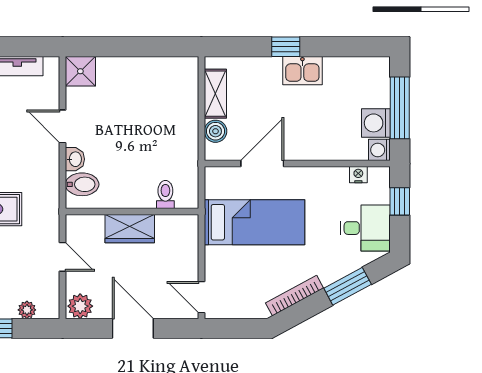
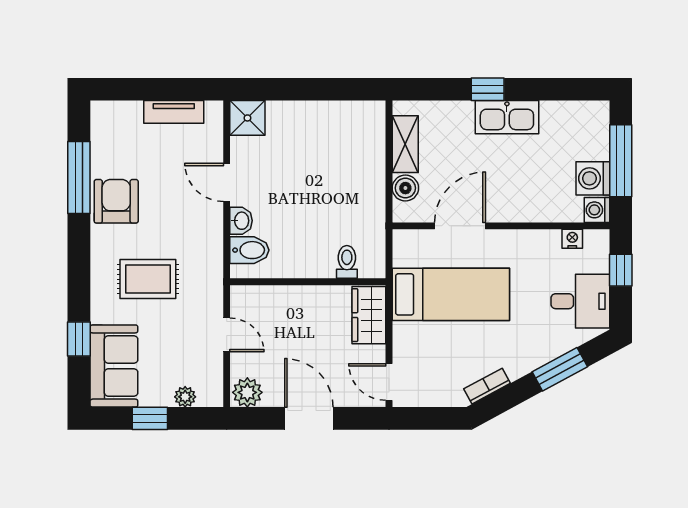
kitchen sink: (302, 71) -> (507, 117), width x1.38
wardrobe: (130, 229) -> (369, 315), moved, turned 90
bookcase: (295, 296) -> (487, 386), width x0.64

